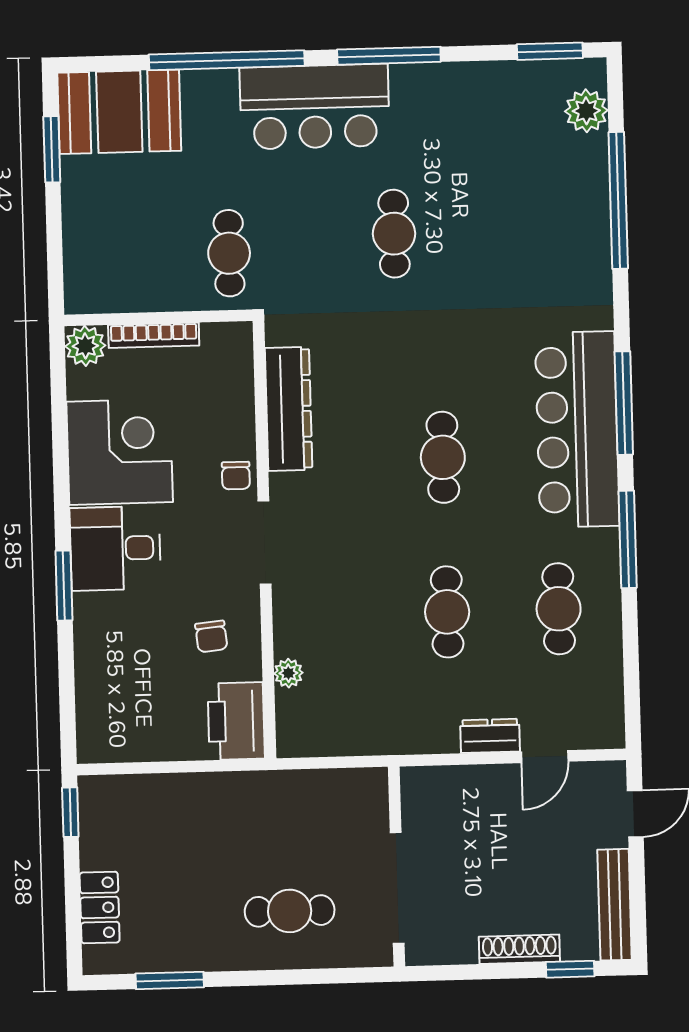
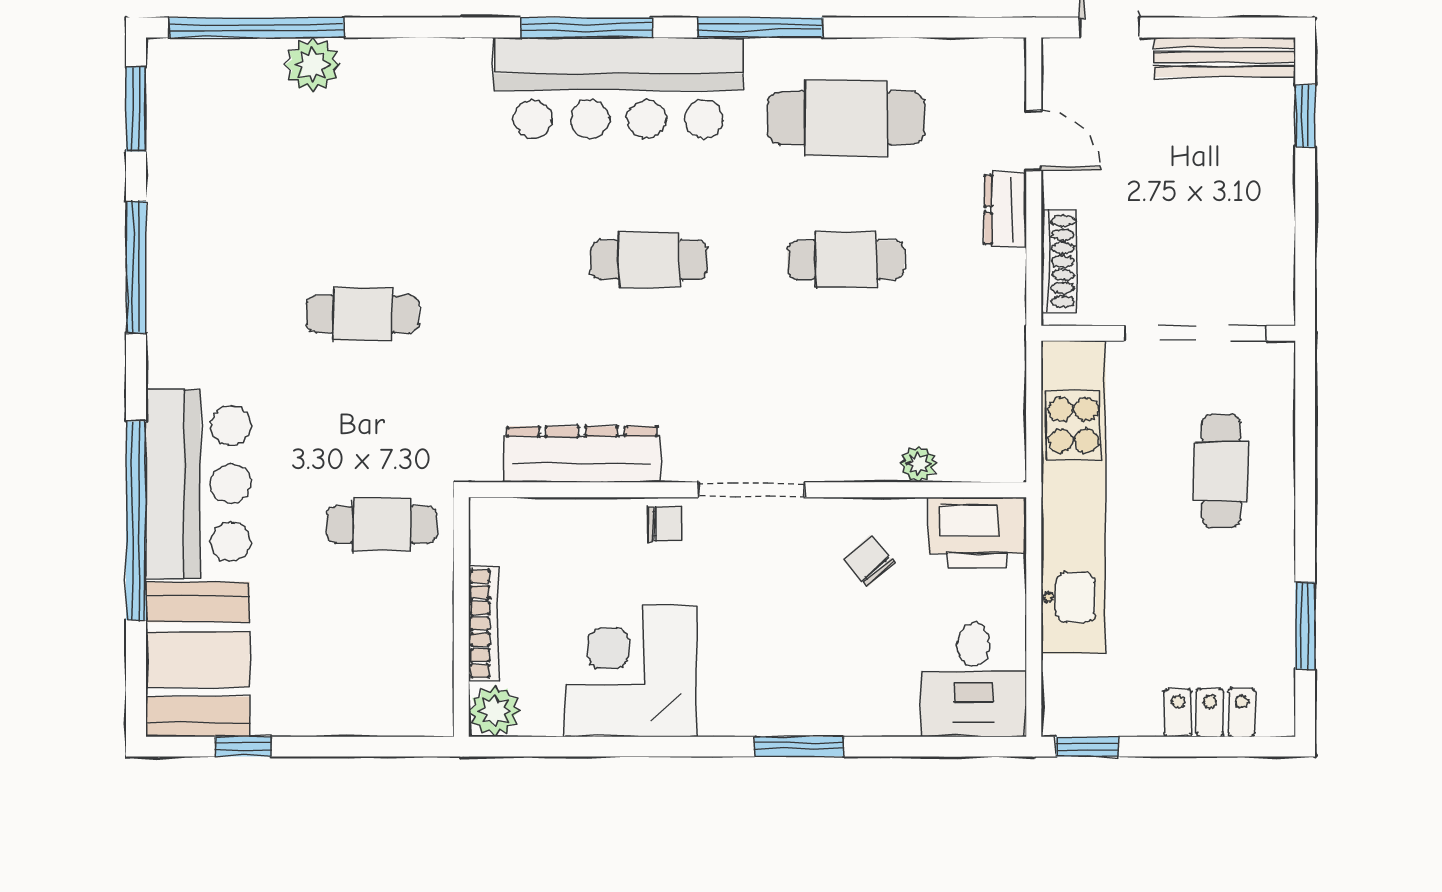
window: (389, 56) -> (136, 267), moved
bar counter: (315, 107) -> (198, 484), moved
plant: (586, 111) -> (313, 65), moved
window: (52, 149) -> (243, 747), width x0.67
window: (618, 200) -> (257, 27), moved
desk: (115, 548) -> (974, 680), moved
cafe table: (559, 609) -> (846, 118), width x1.37, depth x1.35
chair: (211, 636) -> (869, 561), turned -126
kitchen unit: (266, 796) -> (1073, 497), added
shoe rack: (519, 949) -> (1058, 261), moved, turned 180

